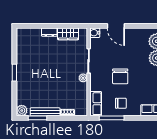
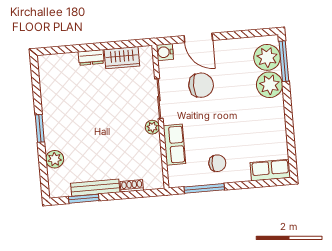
chair: (120, 76) -> (201, 85), moved, turned -90
row of seats: (96, 104) -> (174, 145), moved
plant: (22, 110) -> (55, 159), moved

